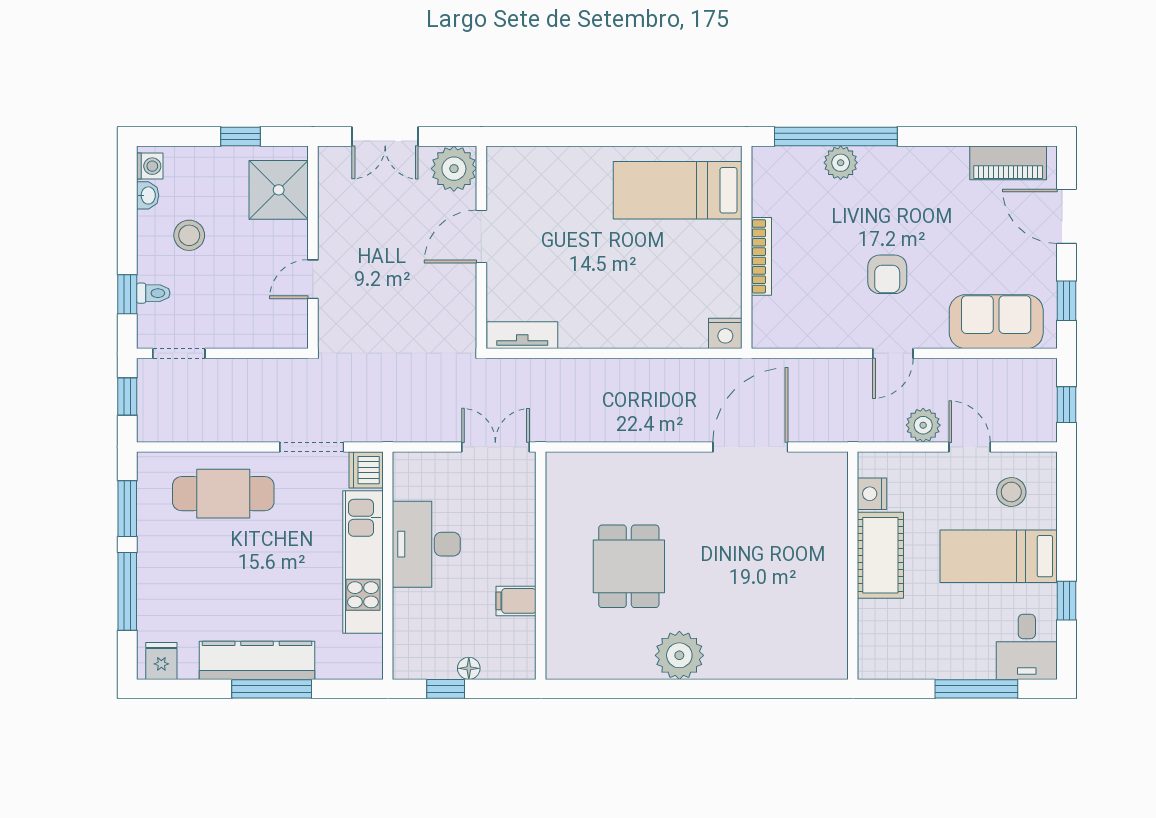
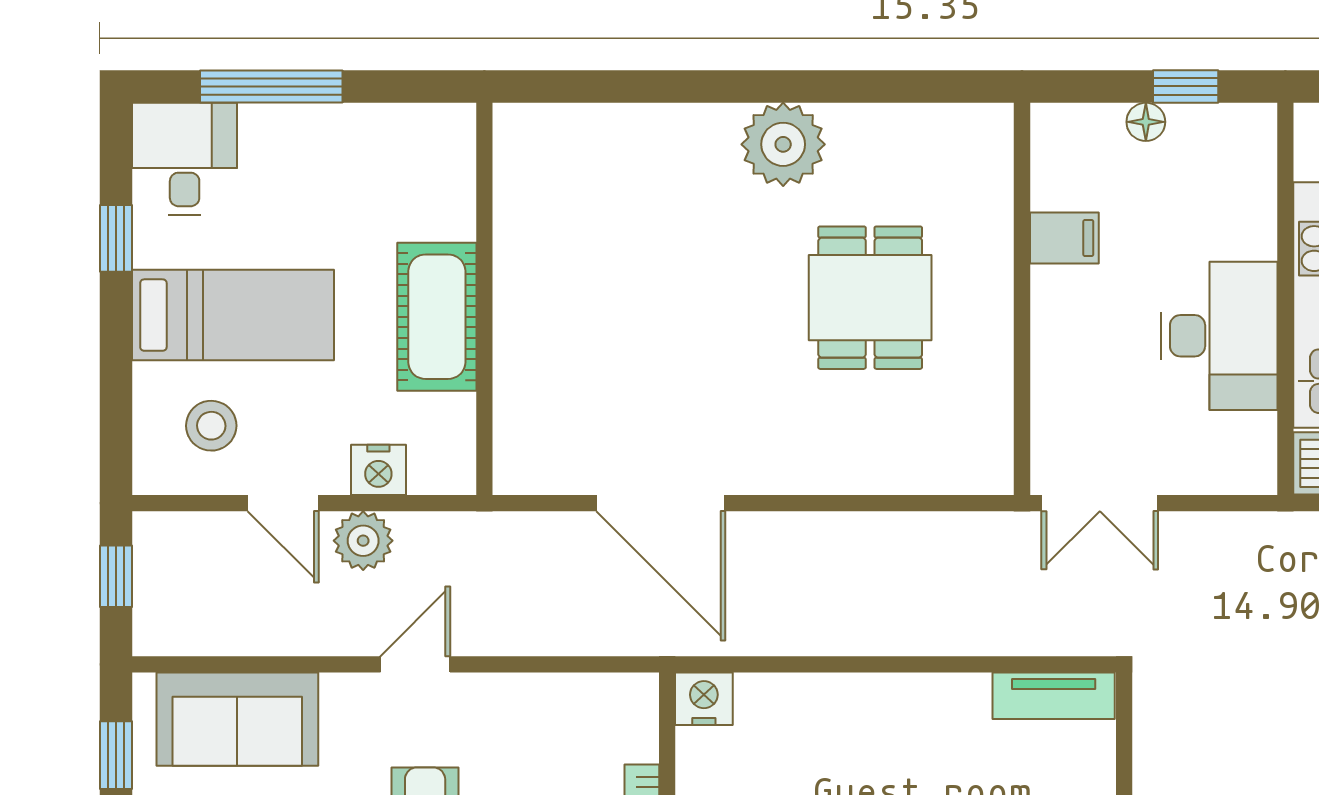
door: (750, 447) -> (661, 503), hinge flipped
nightstand: (872, 494) -> (378, 470), moved, turned 90

